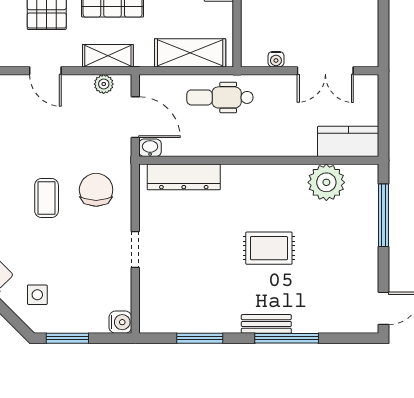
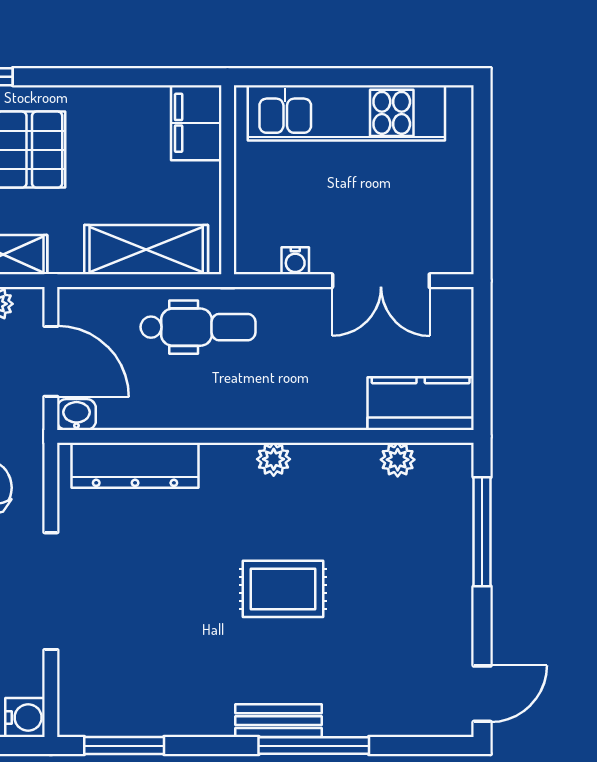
dental chair: (220, 97) -> (198, 327), turned 180
plant: (263, 173) -> (274, 459), added
plant: (326, 182) -> (398, 460), width x0.53, depth x0.53
doorway: (135, 249) -> (51, 591), width x1.87
window: (200, 338) -> (124, 746), moved

